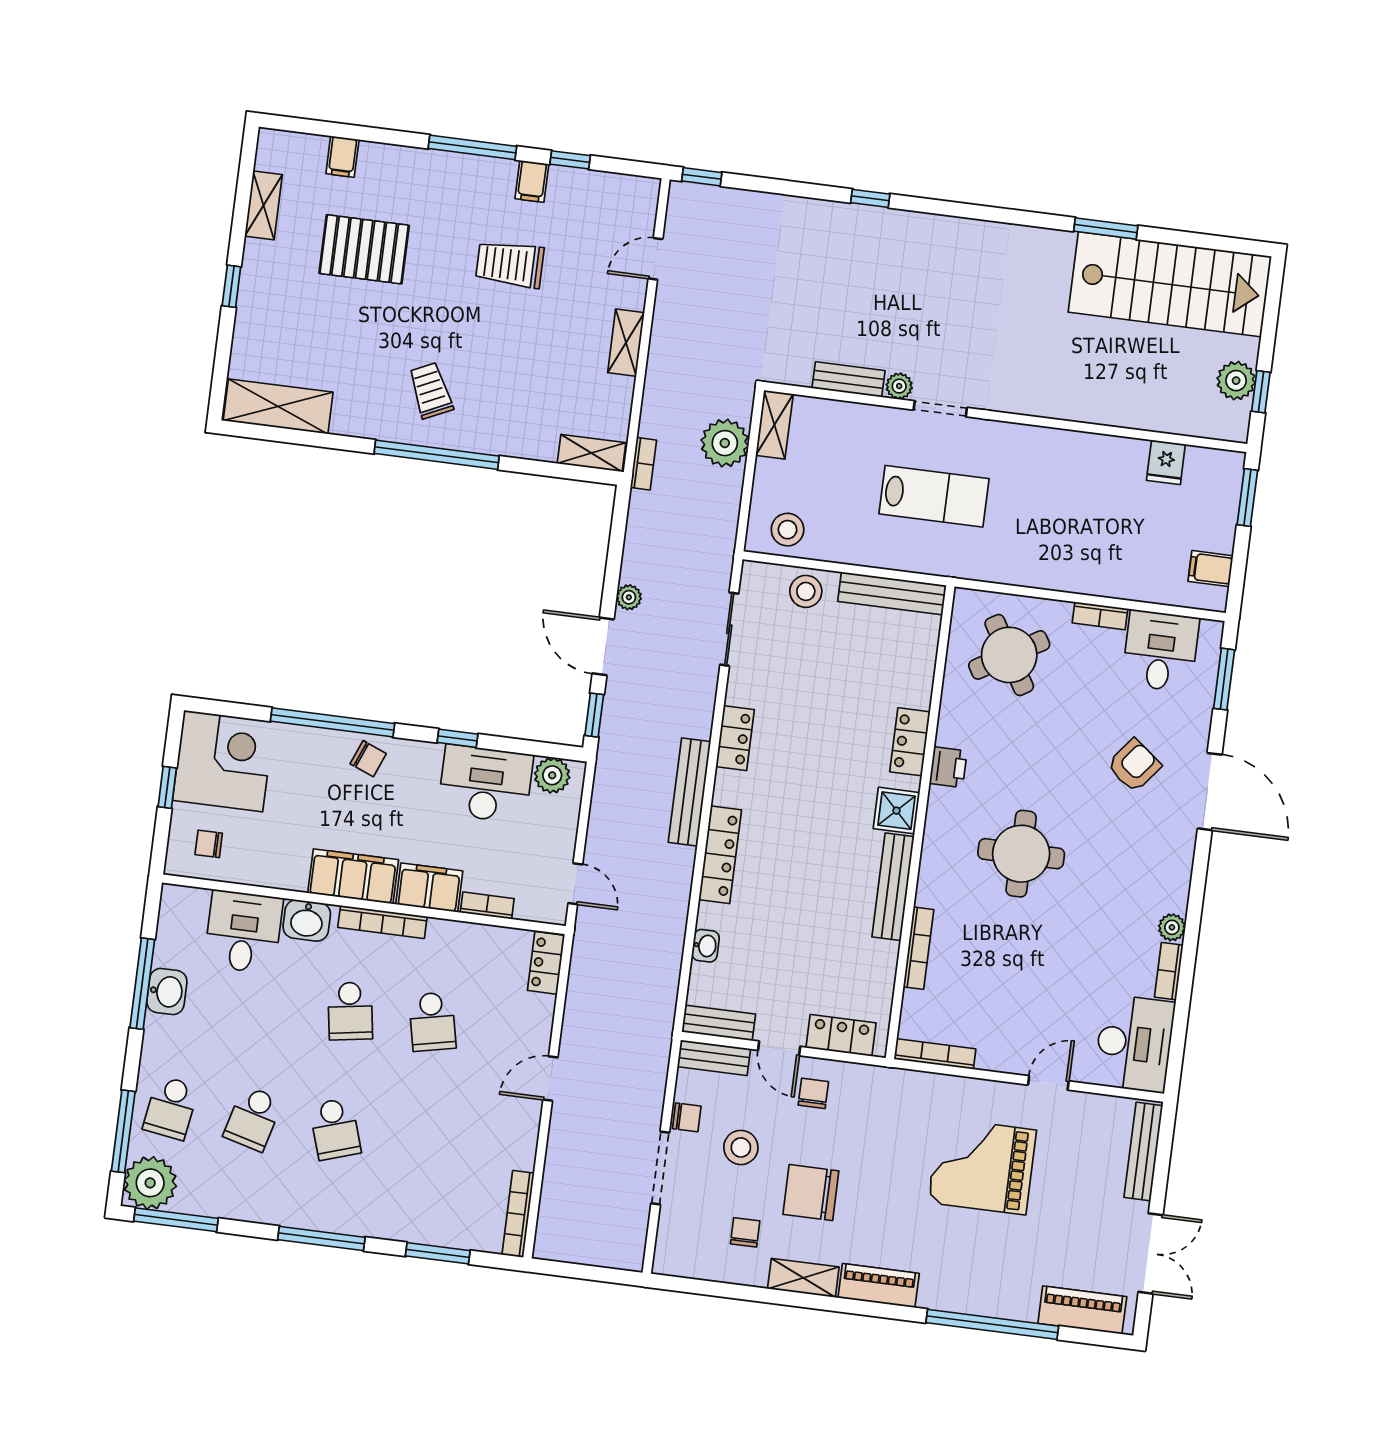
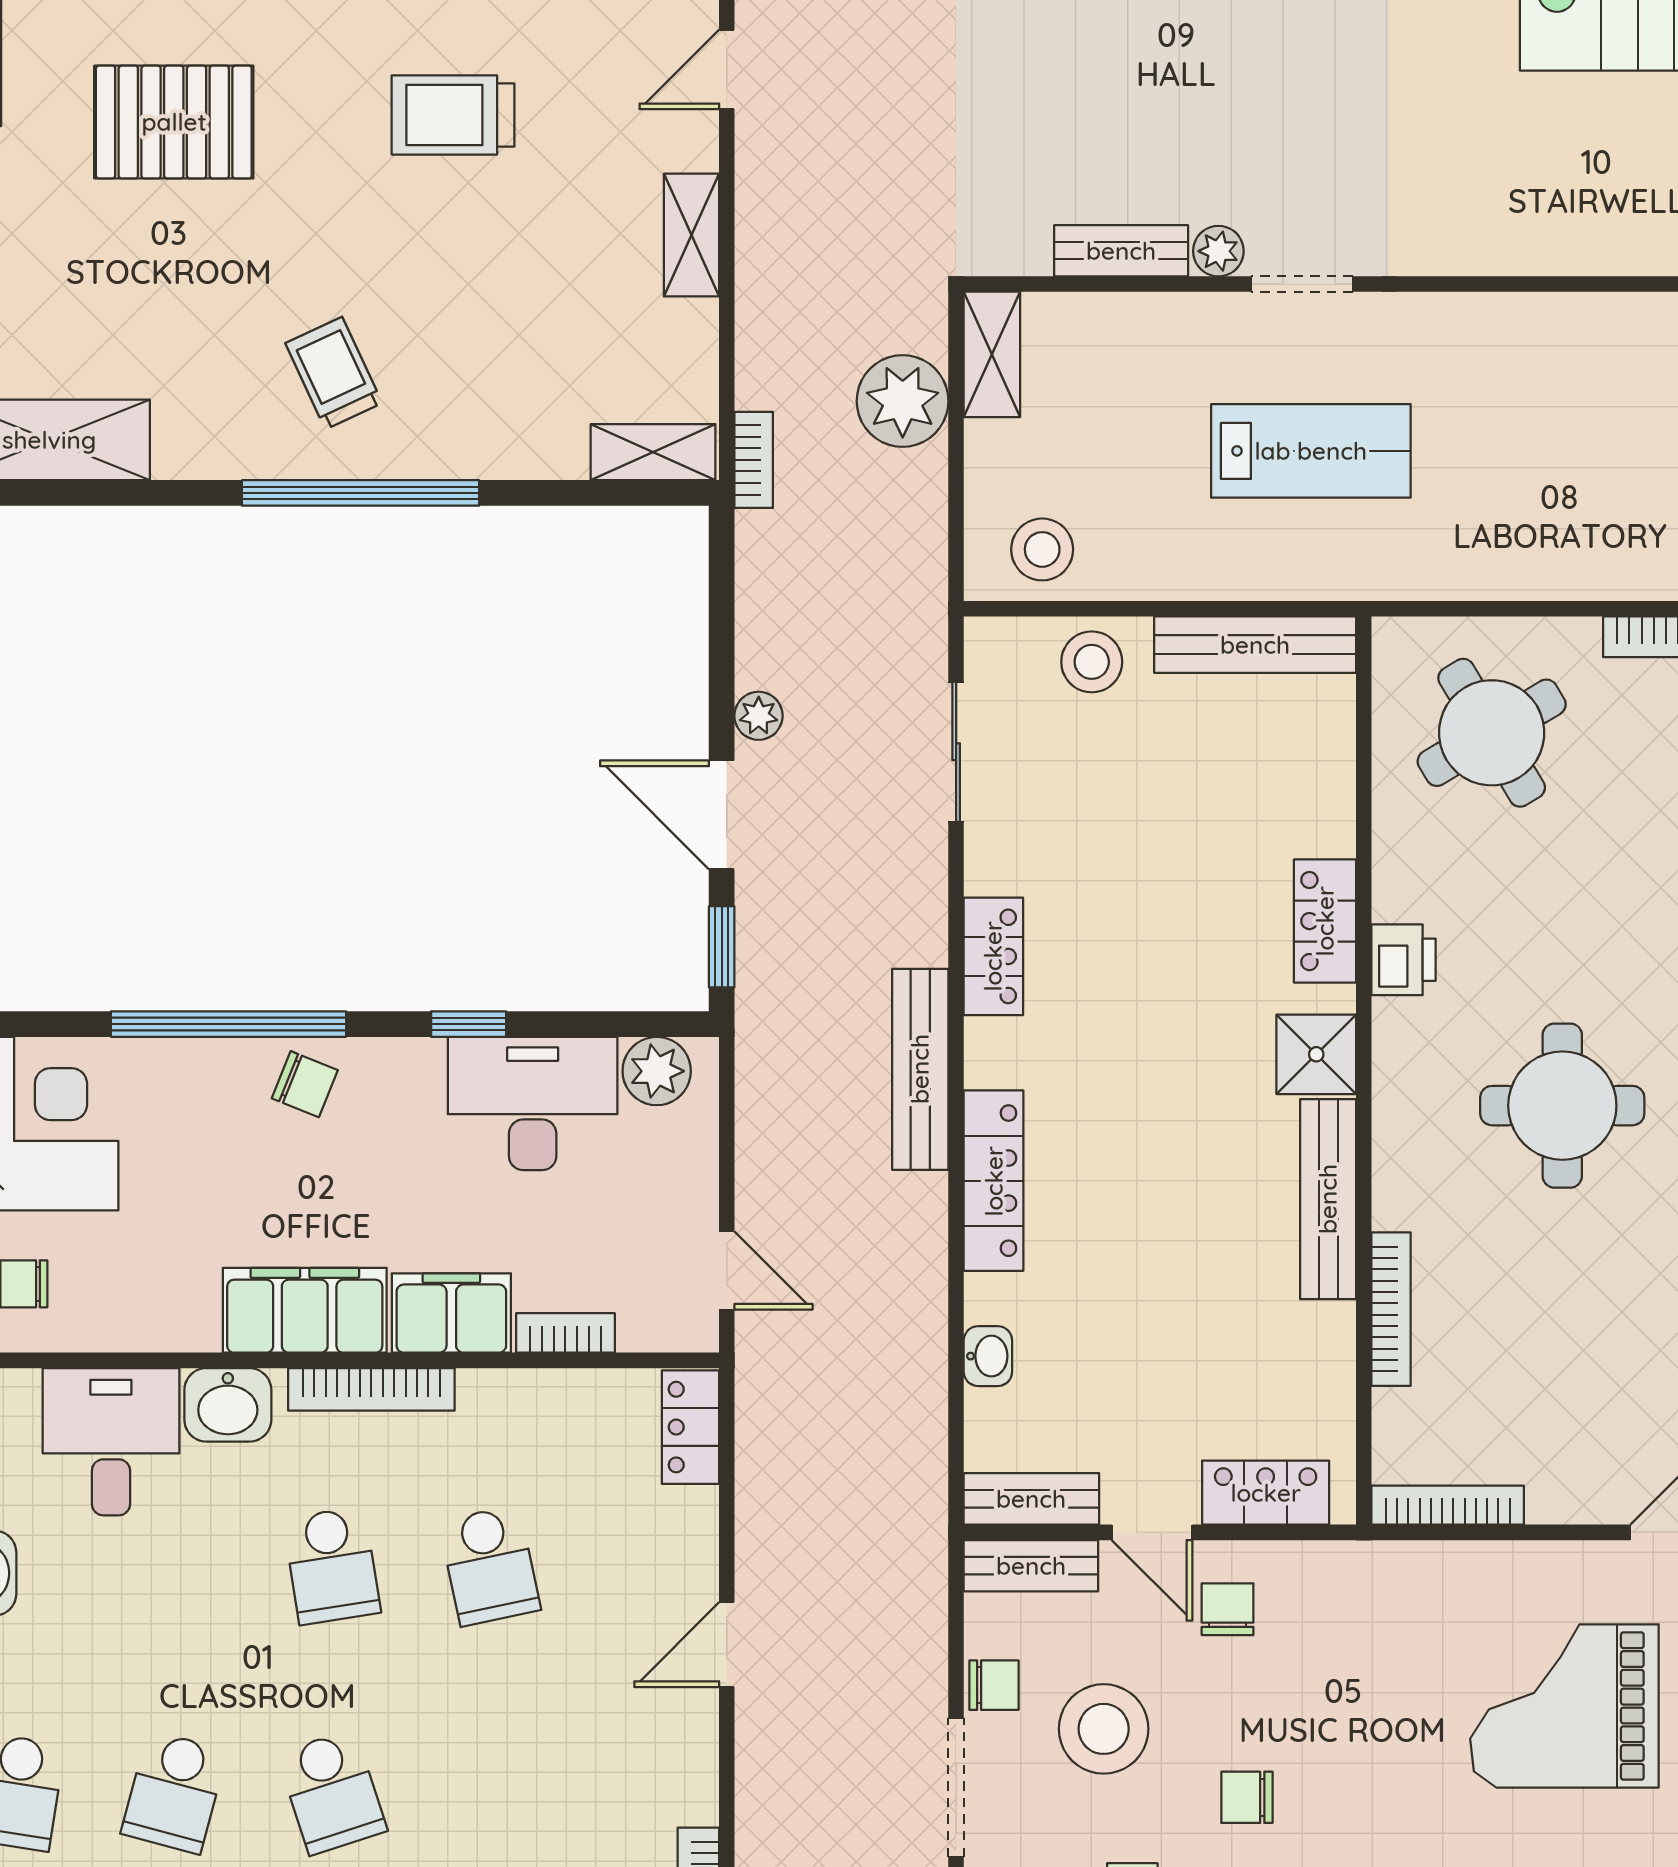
stool: (741, 1147) -> (1104, 1729), width x1.38, depth x1.38
chair: (811, 1193) -> (1247, 1797), width x0.54, depth x0.54

